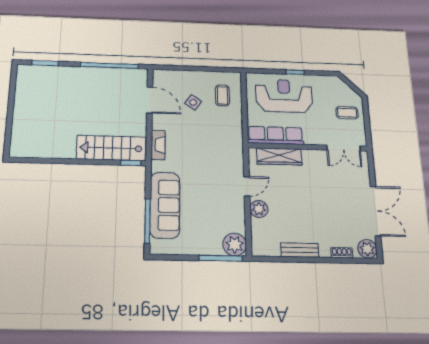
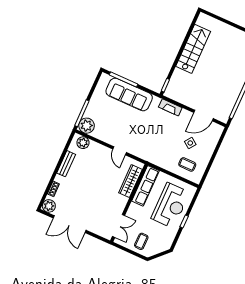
stairs: (111, 148) -> (193, 49), moved
double door: (344, 148) -> (119, 226), swing flipped
plant: (259, 209) -> (83, 143), moved

